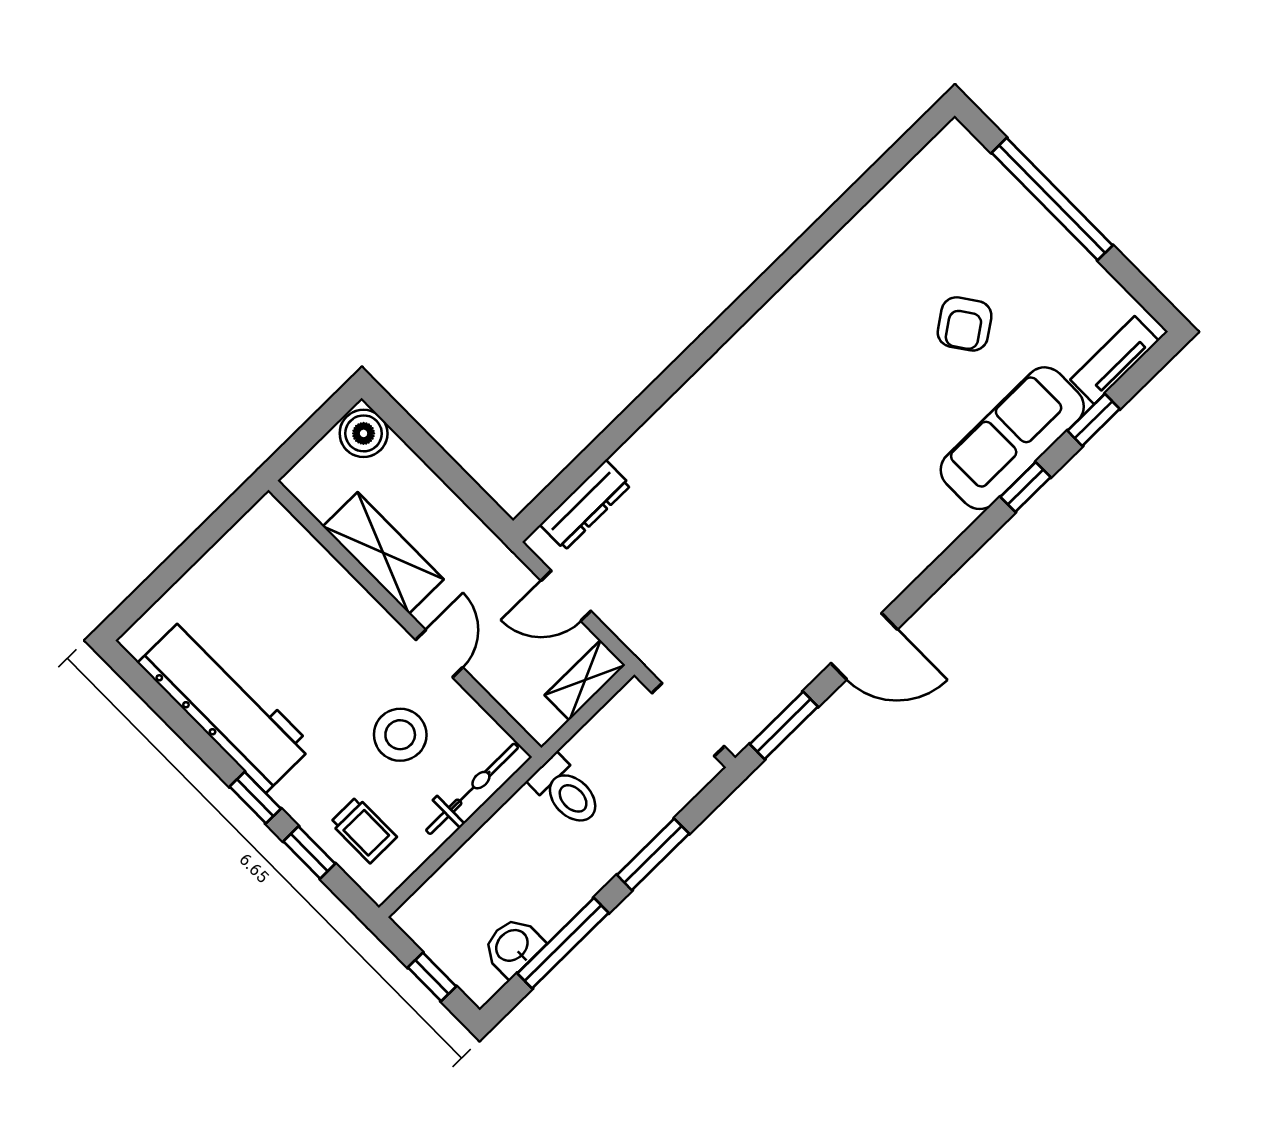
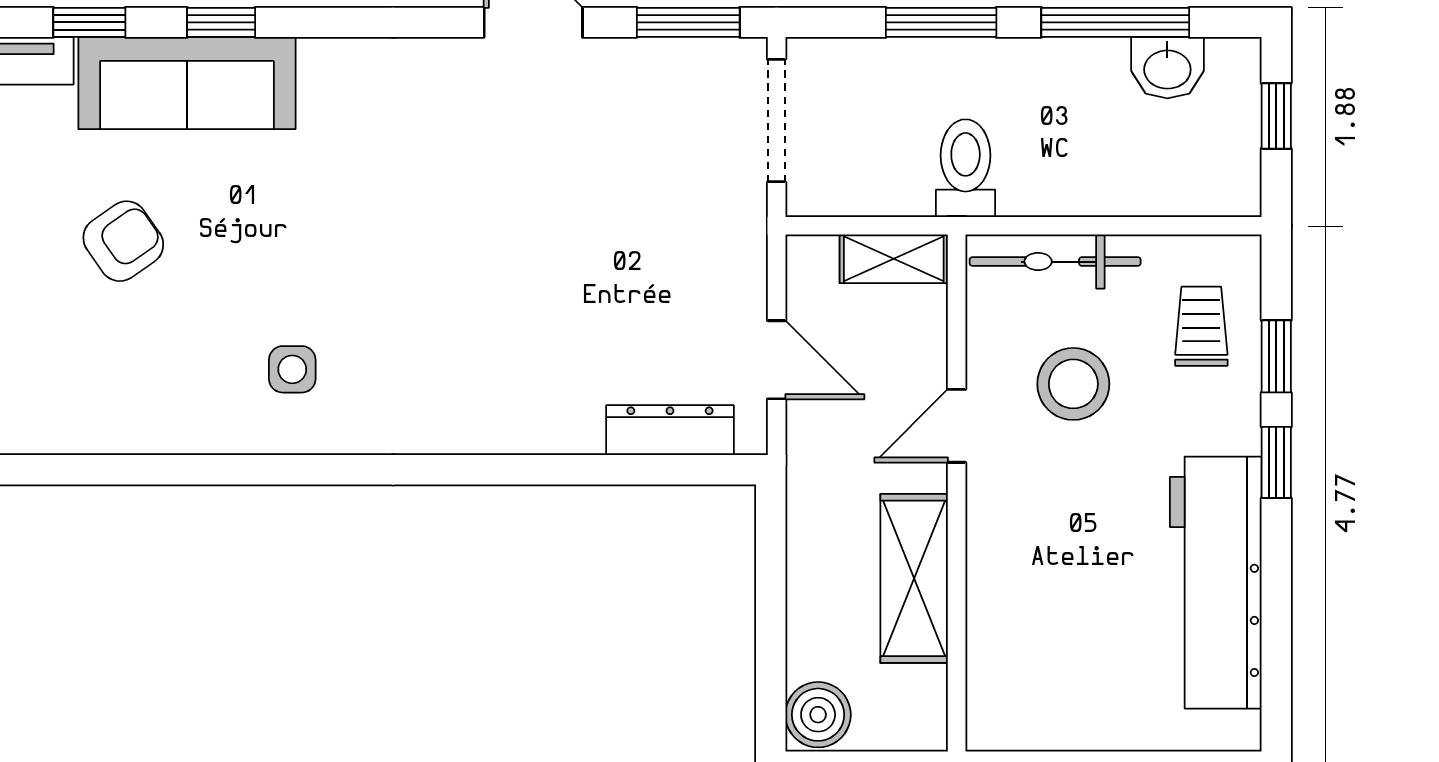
side table: (812, 344) -> (292, 369), added
shelving: (585, 680) -> (894, 259), moved

